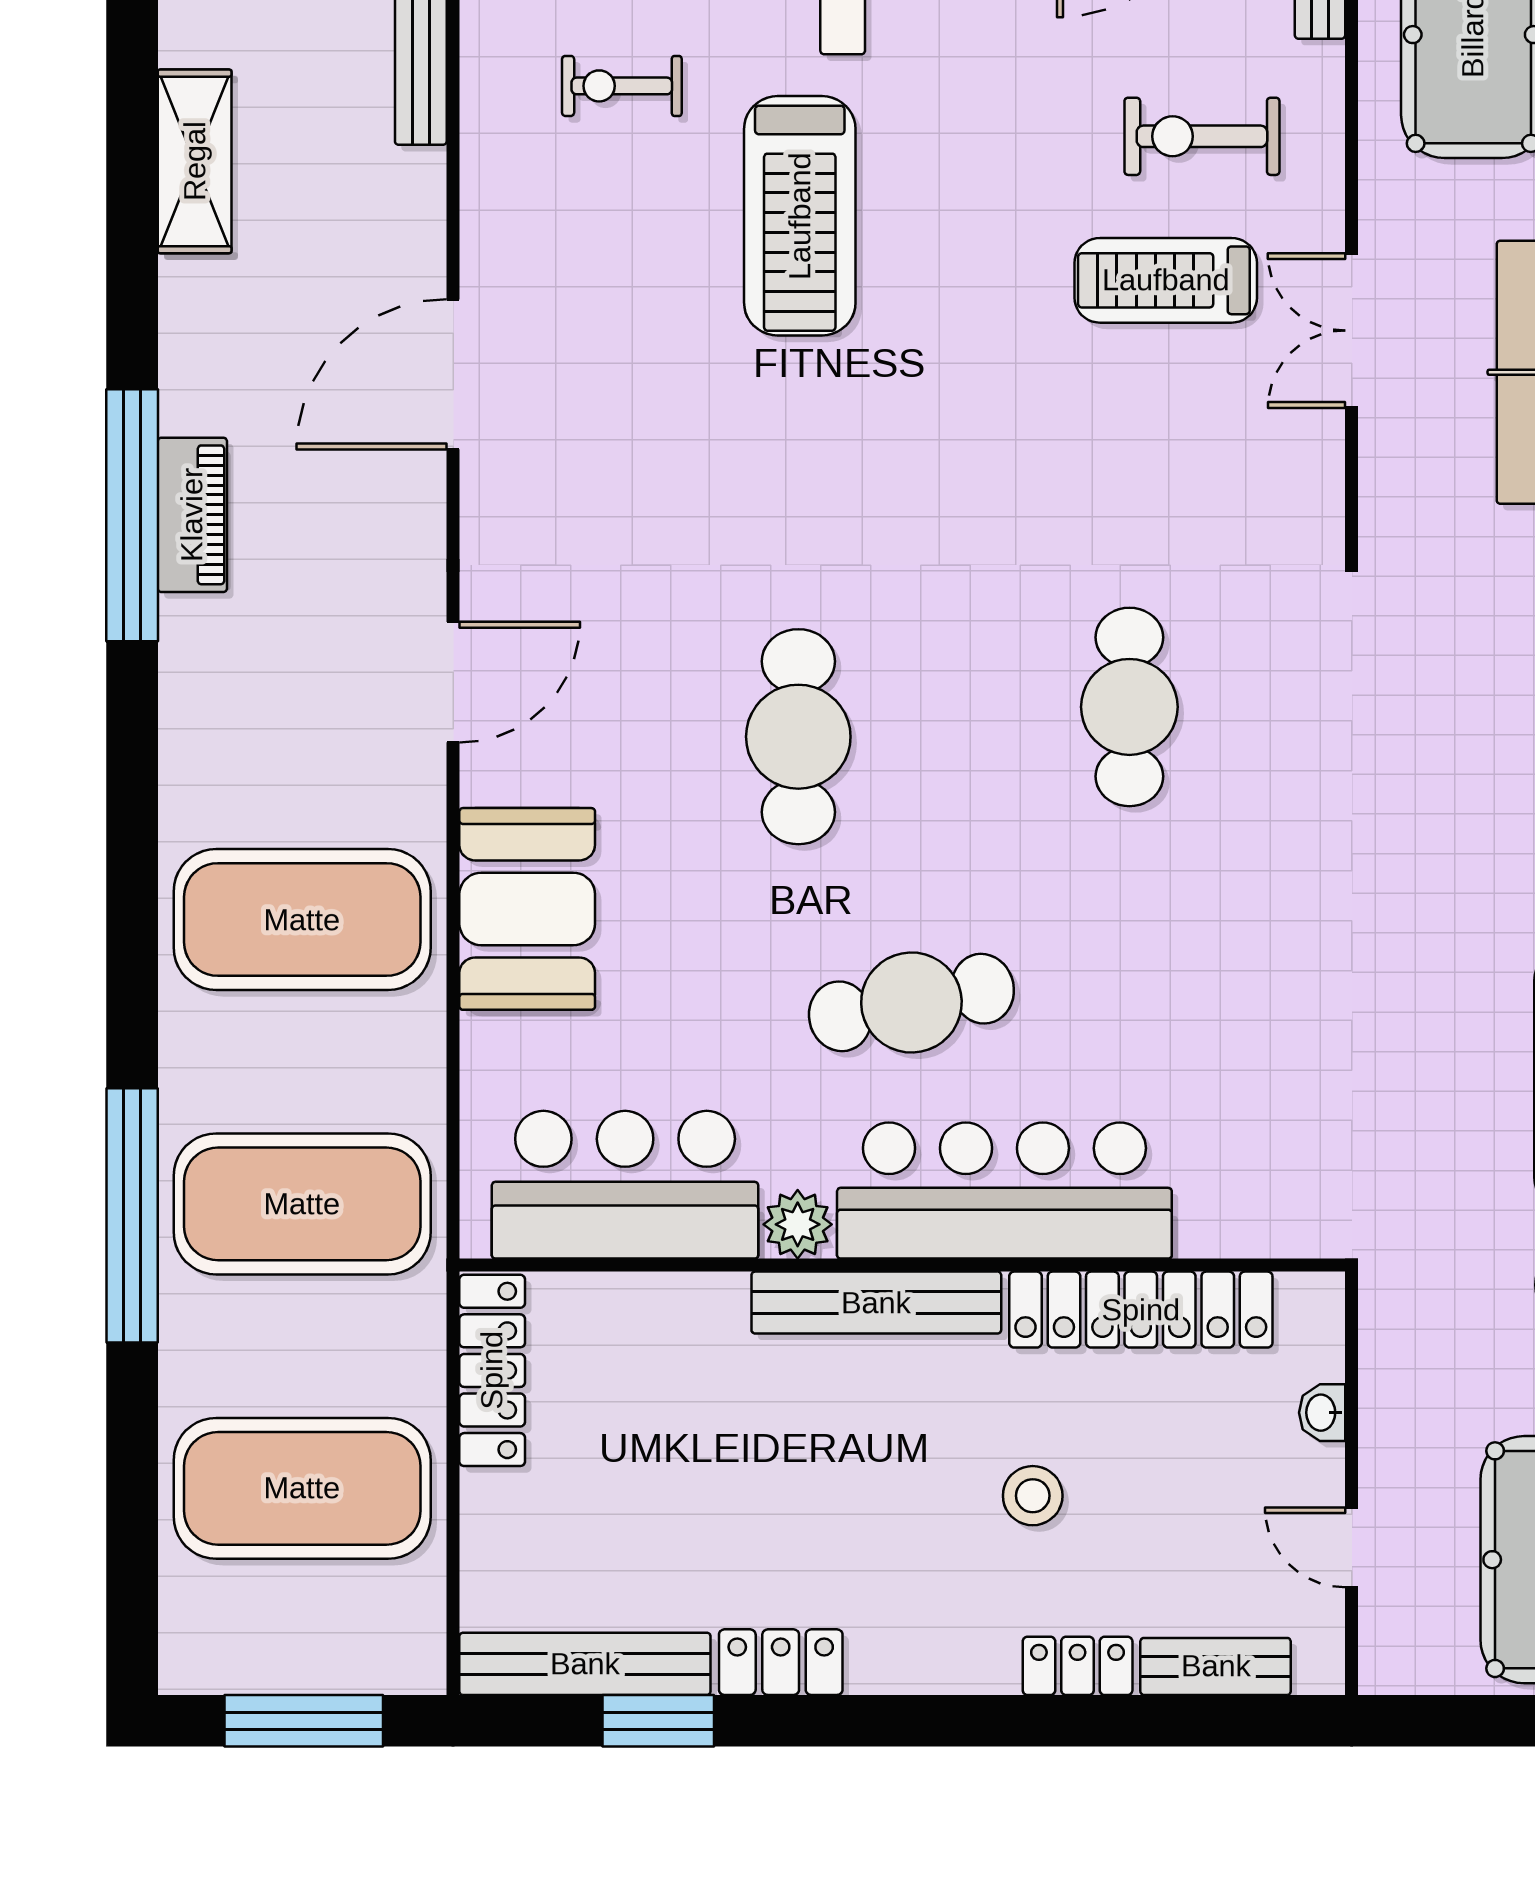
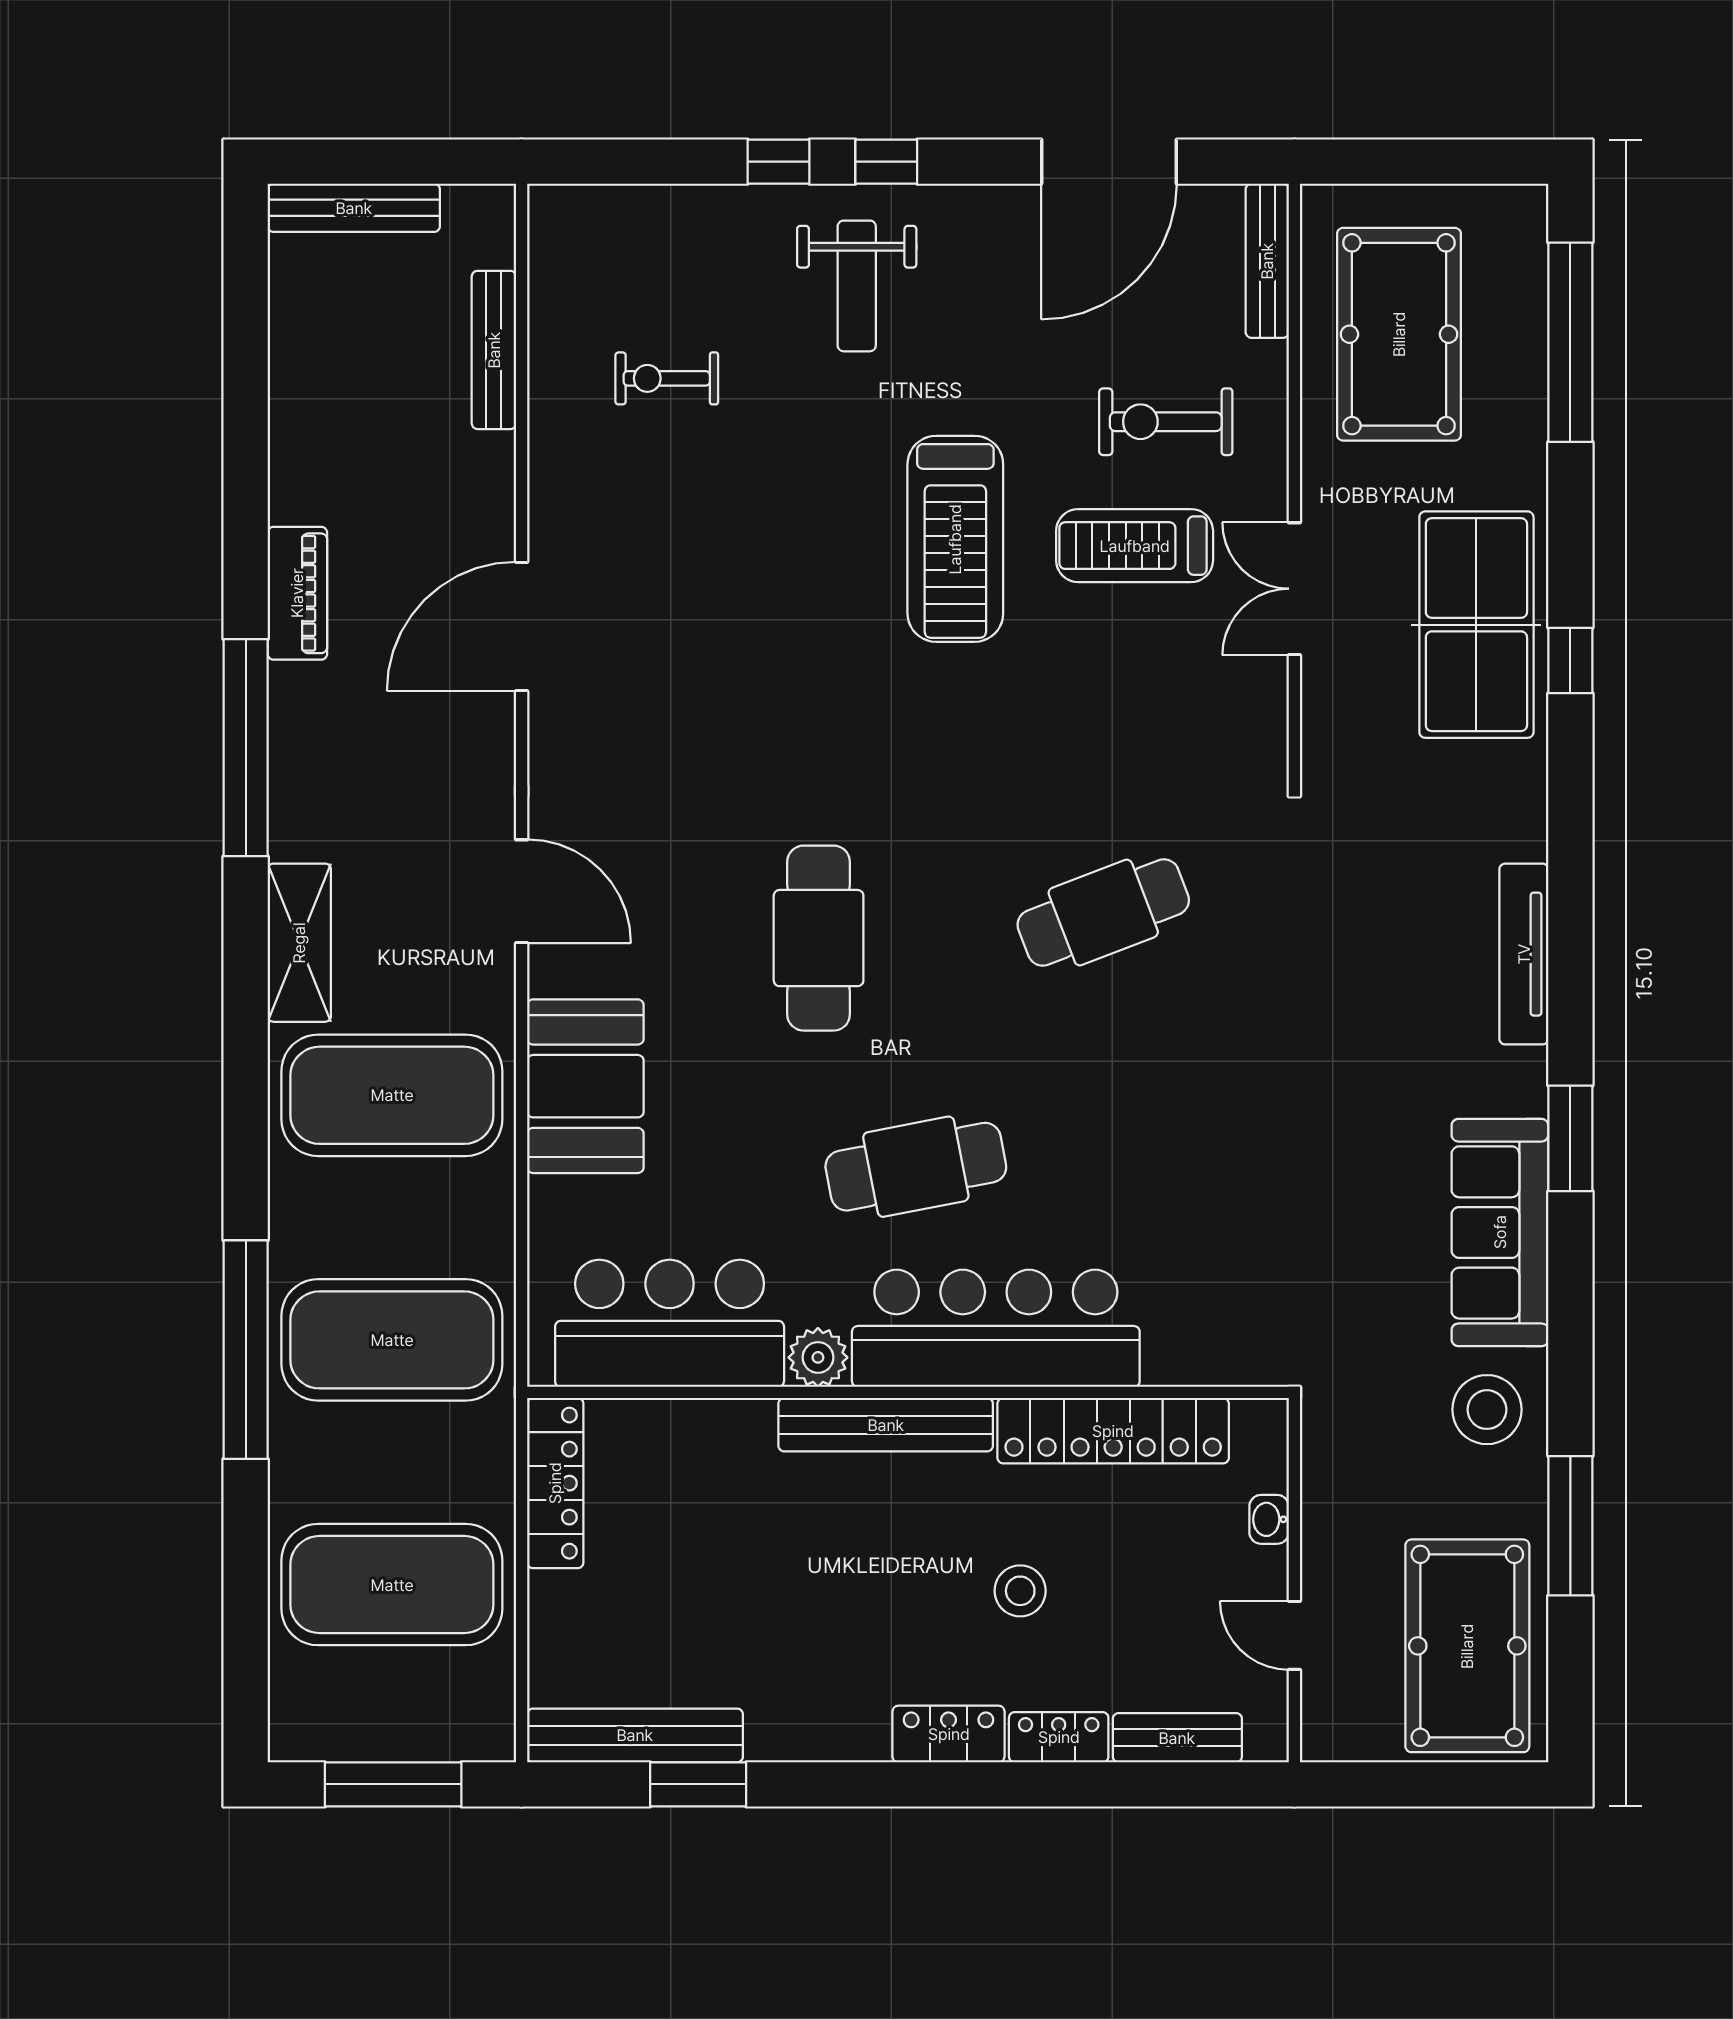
shelving: (195, 161) -> (299, 943), moved
treadmill: (800, 216) -> (955, 539), moved
piano: (192, 515) -> (297, 593), moved
door: (453, 682) -> (522, 891), hinge flipped
cafe table: (1129, 707) -> (1103, 912), turned 69
locker: (781, 1662) -> (949, 1734), moved

